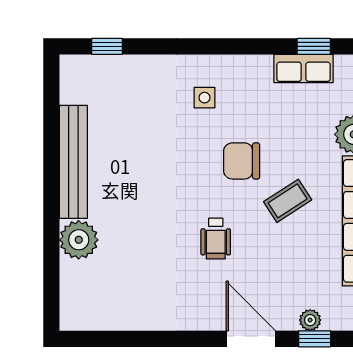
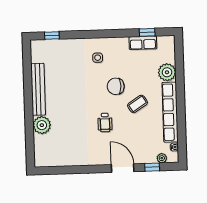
plant: (310, 320) -> (162, 158), moved

